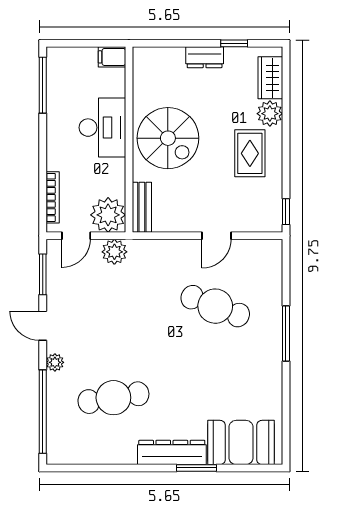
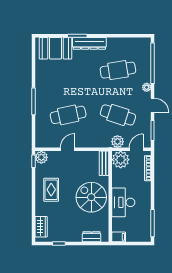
dresser: (205, 57) -> (92, 237), moved
plant: (270, 114) -> (41, 157), moved
cafe table: (113, 306) -> (118, 115), added
cafe table: (215, 306) -> (68, 115), turned -33

